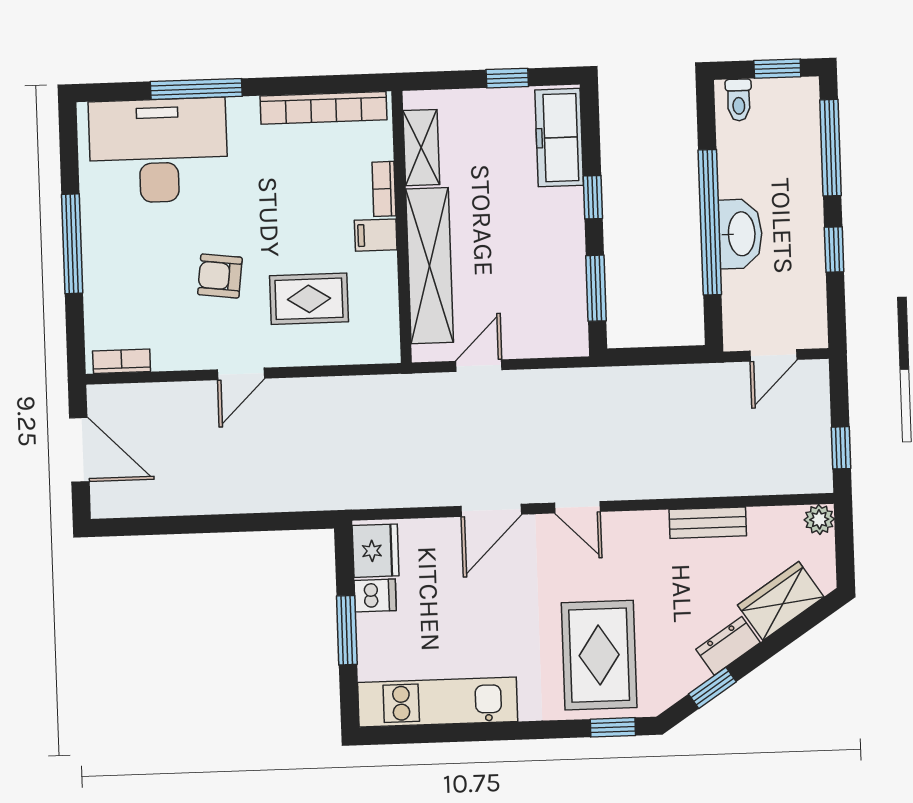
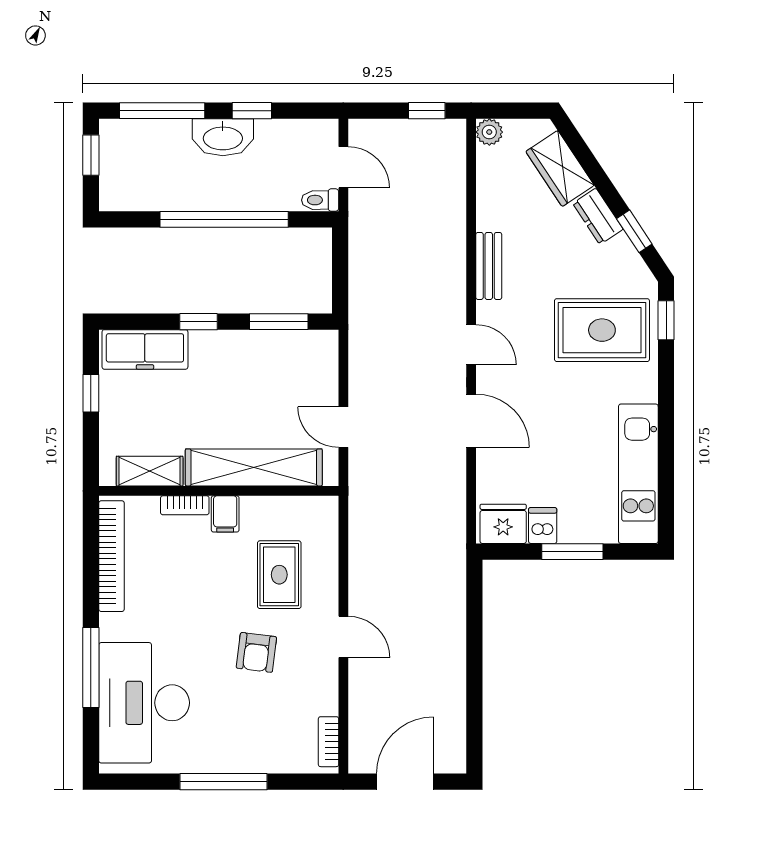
toilet: (739, 100) -> (320, 200), moved, turned 180
washbasin: (740, 234) -> (223, 137), moved, turned 180
door: (577, 507) -> (471, 345), hinge flipped
bench: (708, 523) -> (489, 266), moved

